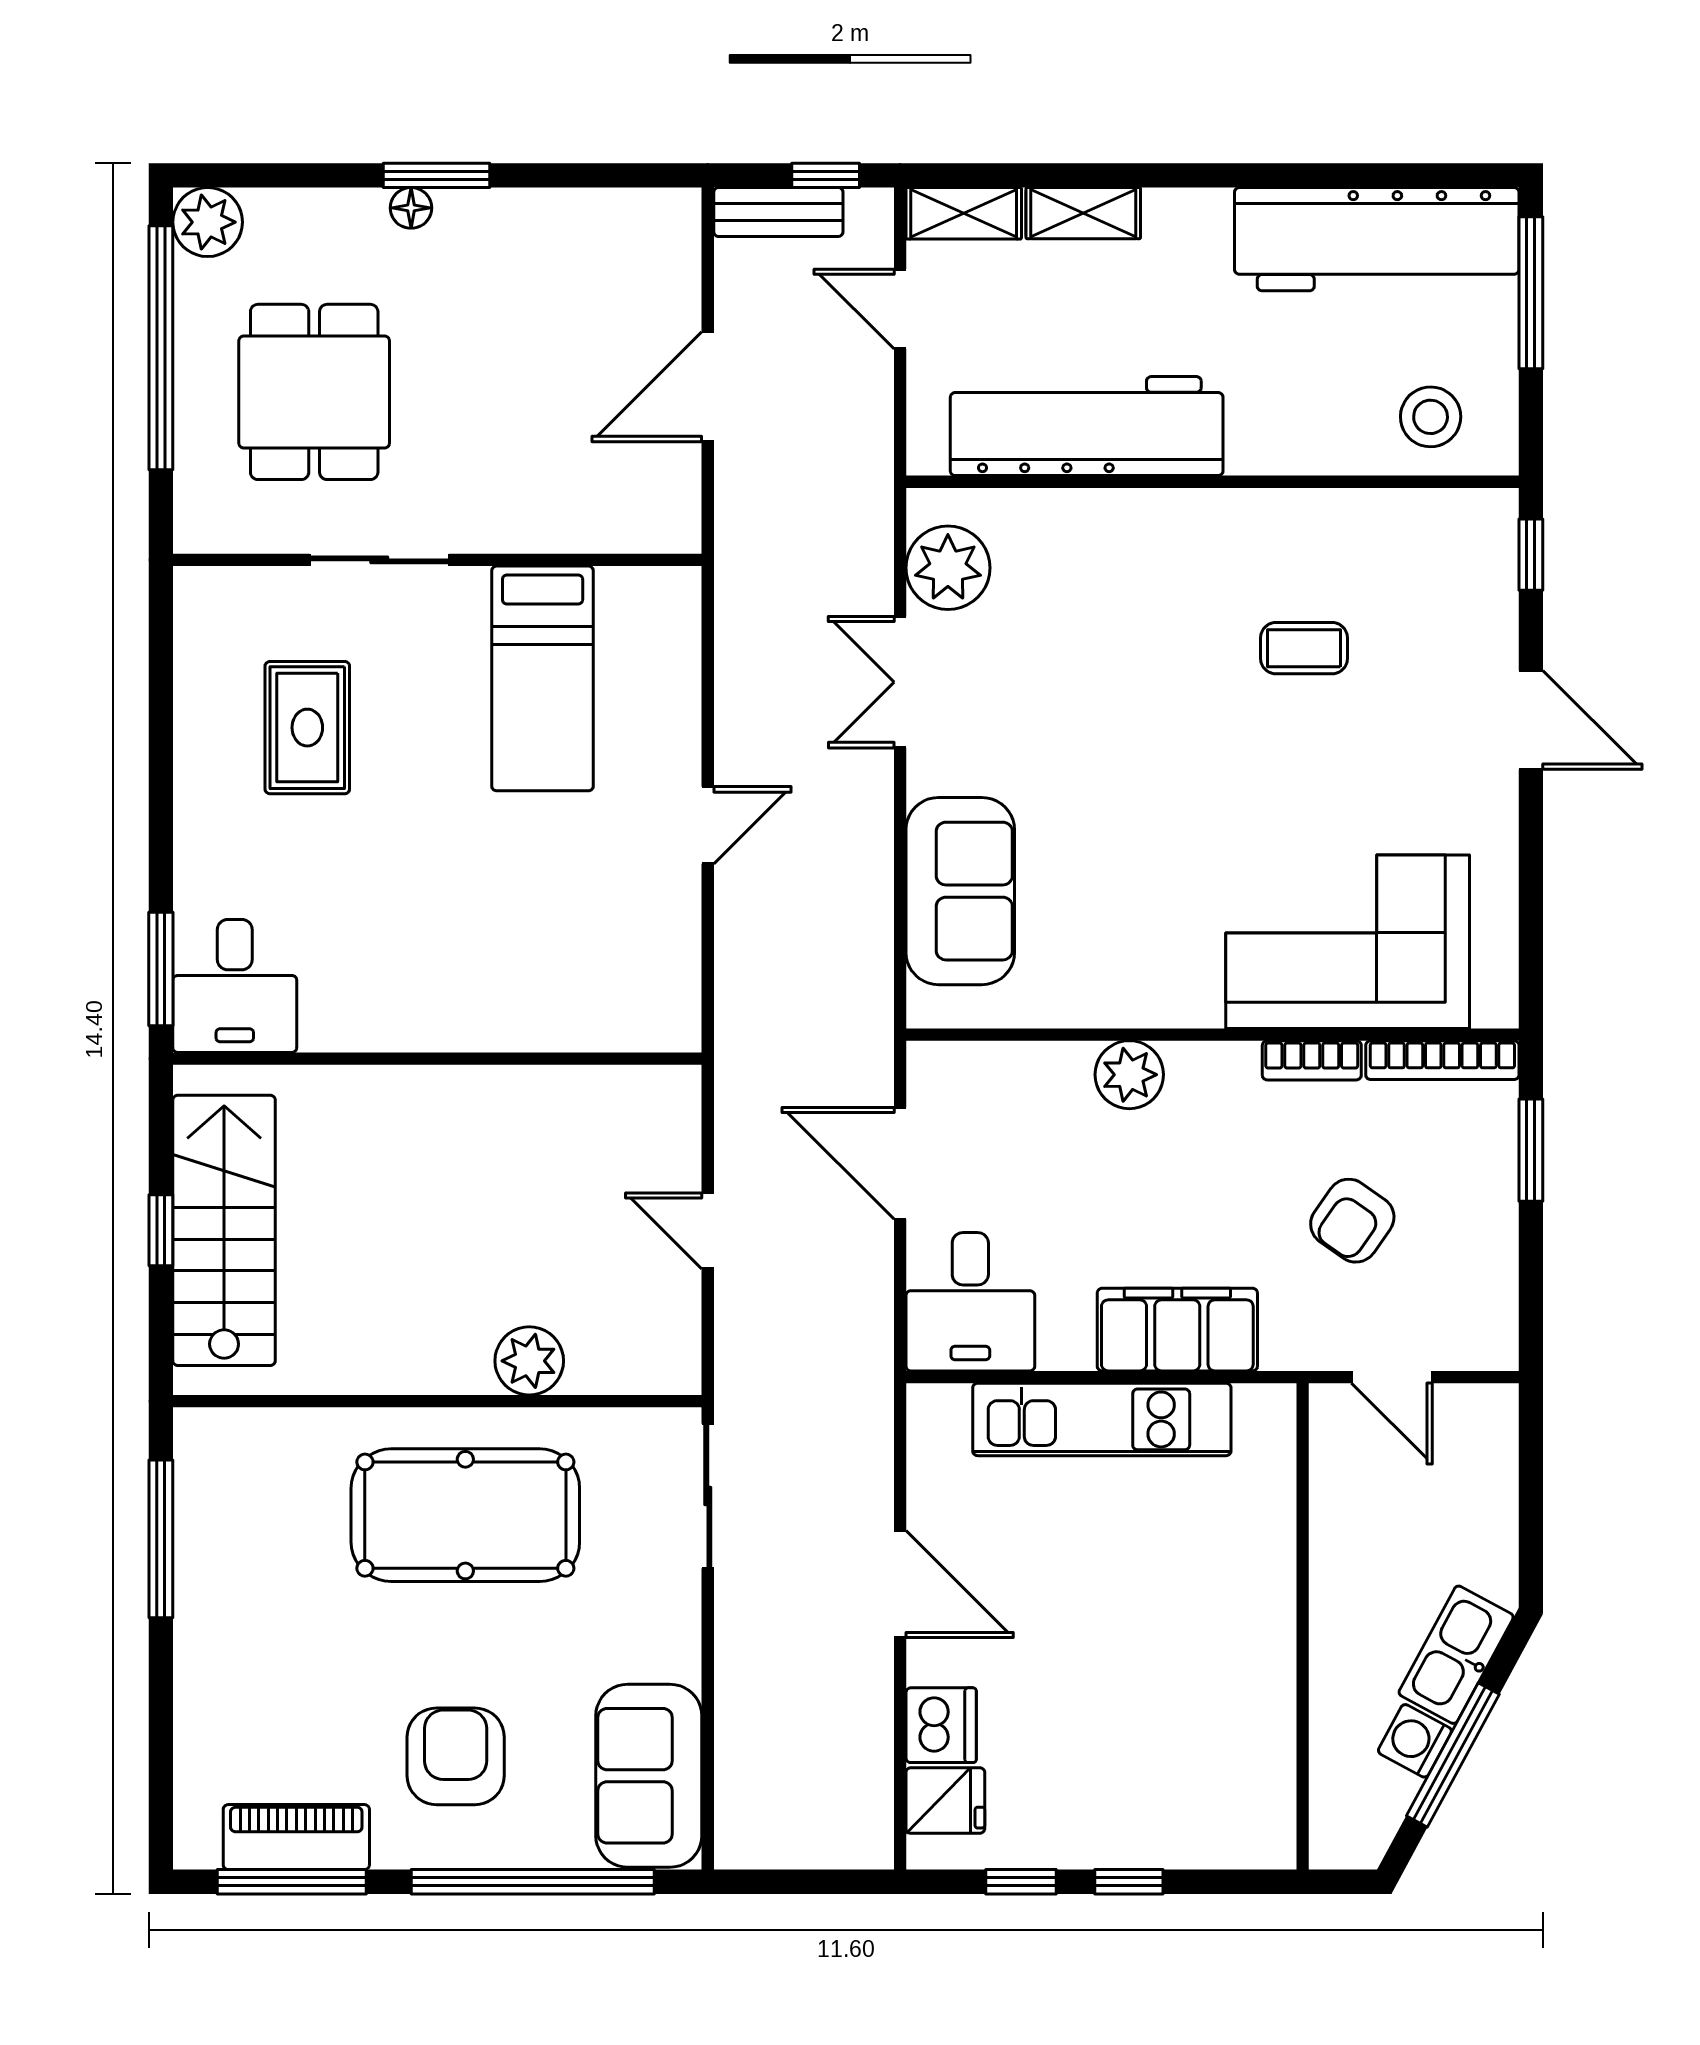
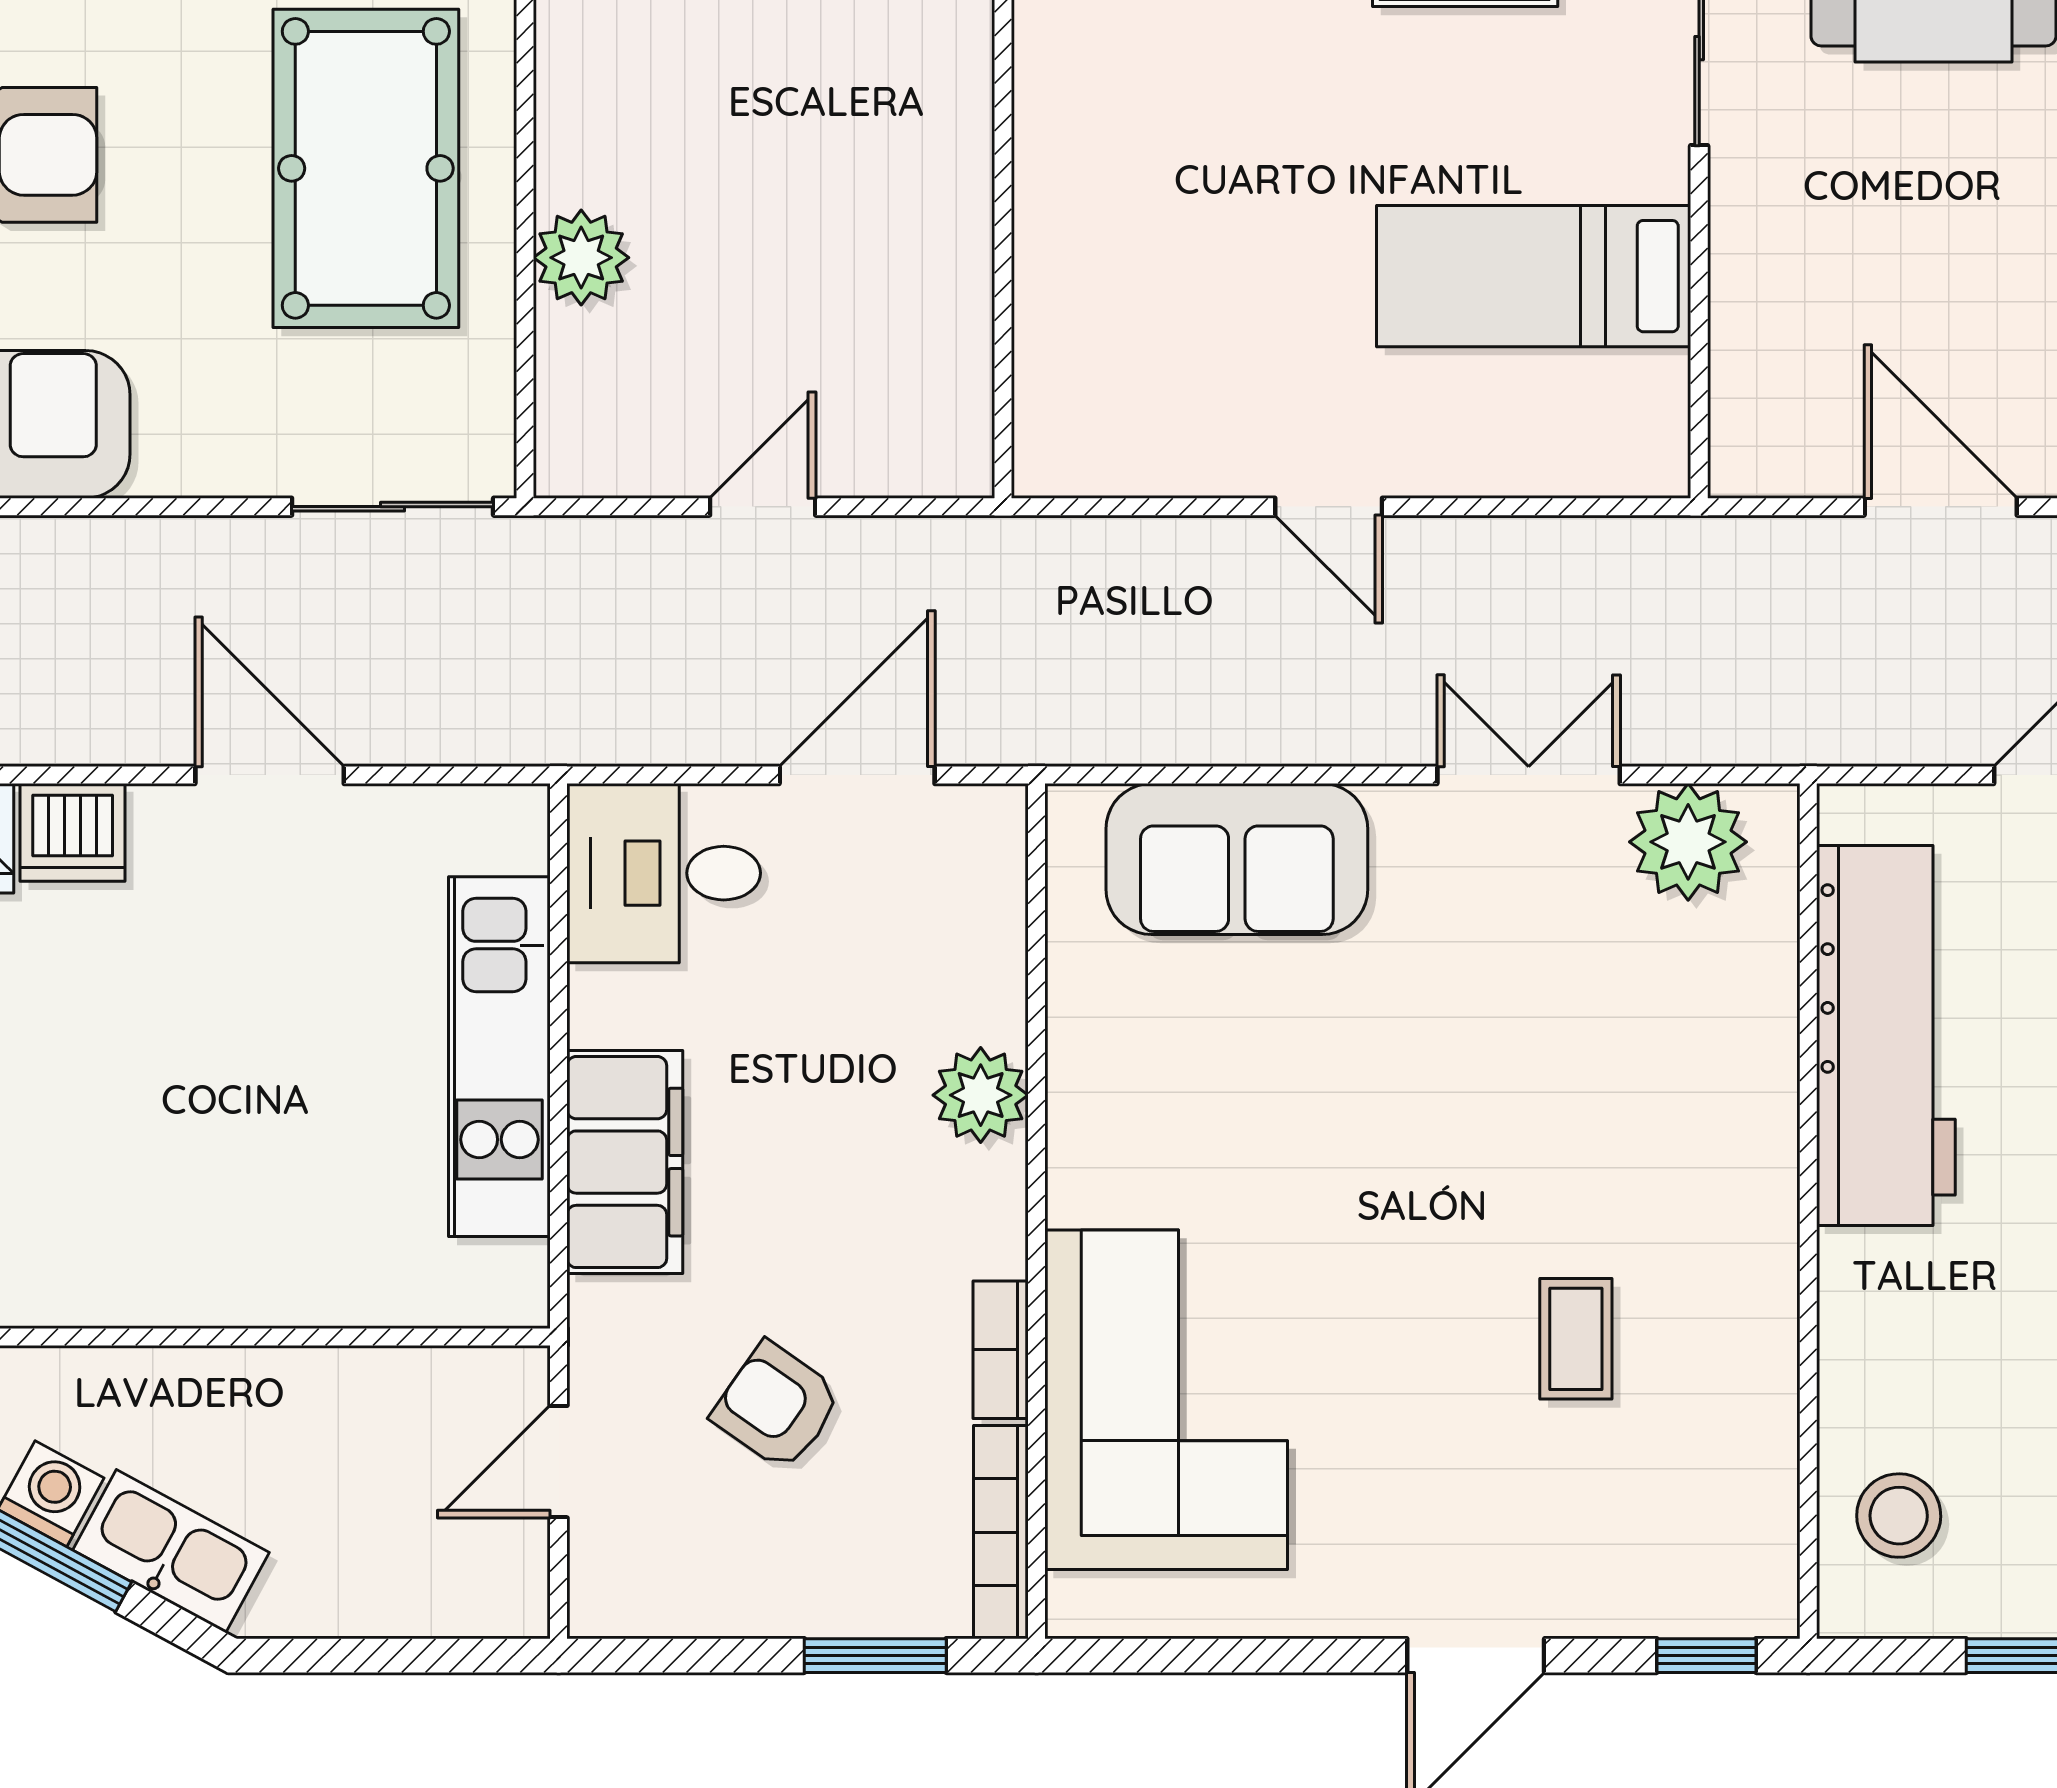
door: (900, 1584) -> (270, 775), swing flipped

